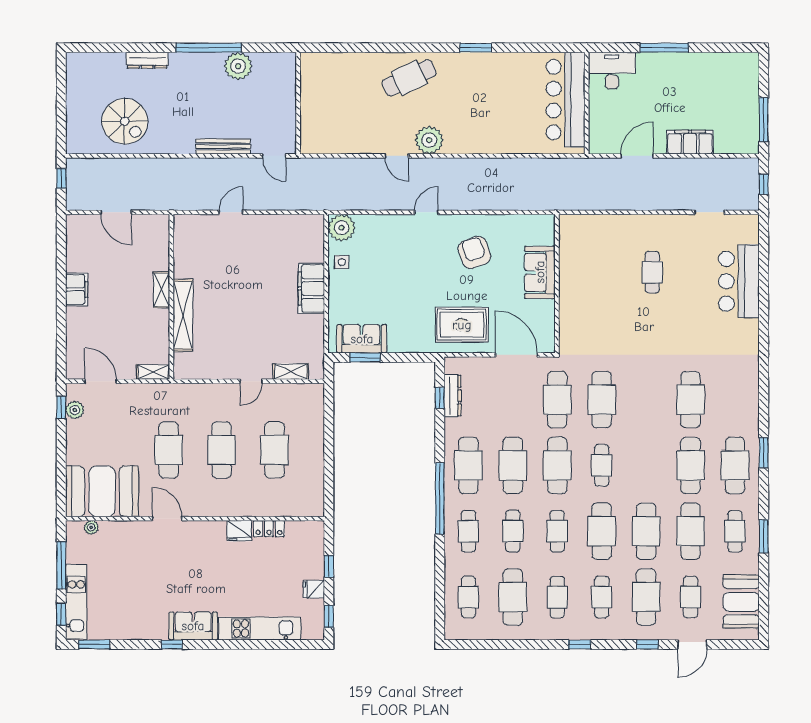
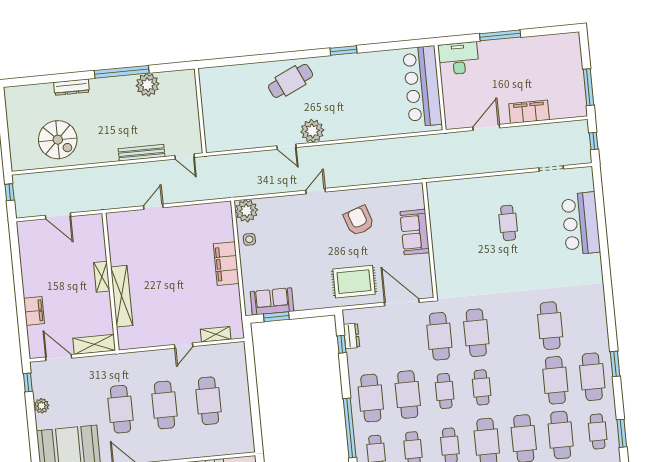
filing cabinet: (77, 289) -> (34, 311), moved
shelving: (153, 372) -> (94, 344), width x1.50, depth x1.33
dresser: (453, 396) -> (352, 336), width x0.70
plant: (75, 410) -> (42, 406), moved
cafe table: (557, 465) -> (445, 391), width x0.73, depth x0.74

